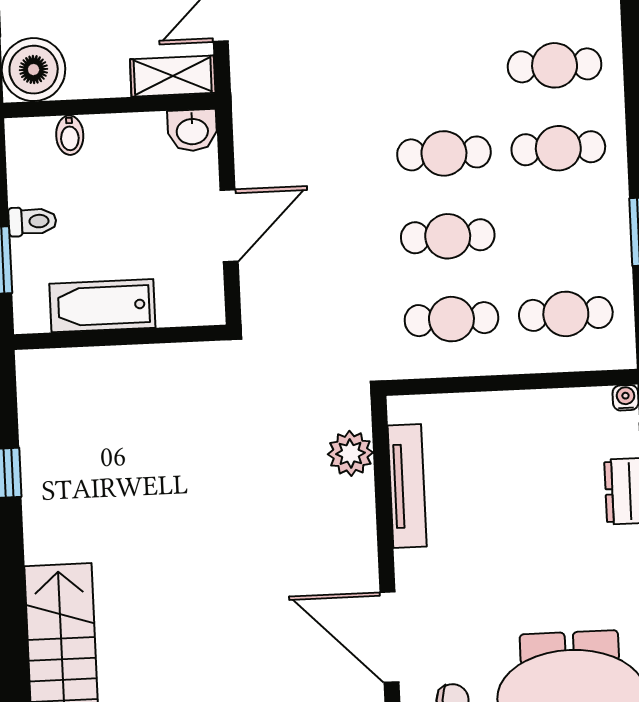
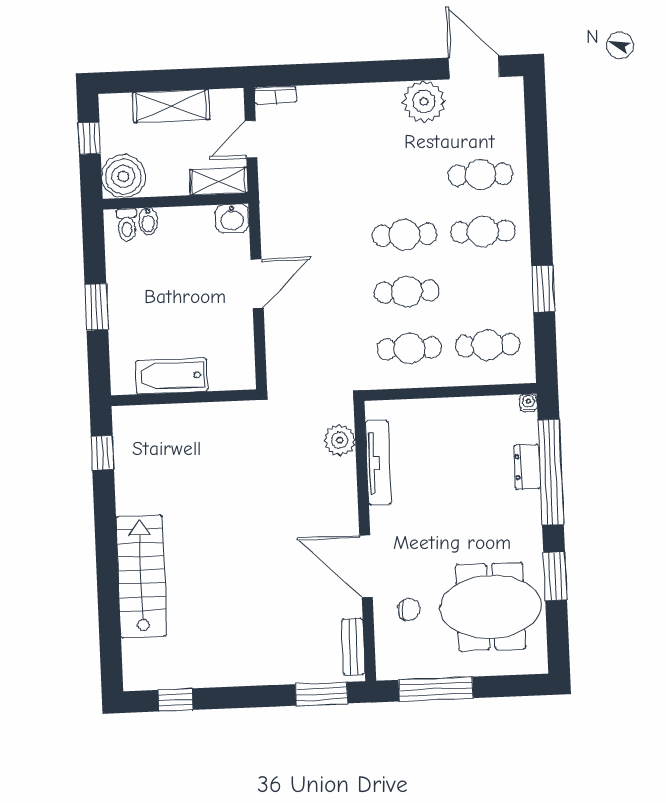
toilet: (32, 221) -> (127, 225), moved, turned 90
bathtub: (102, 306) -> (172, 376), moved
wall: (120, 337) -> (184, 398), moved

